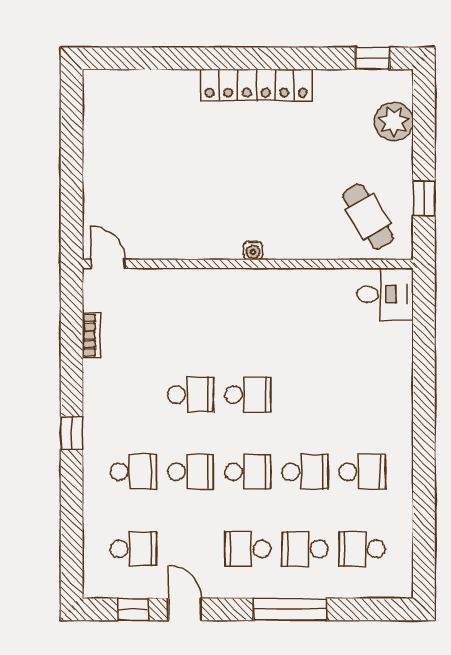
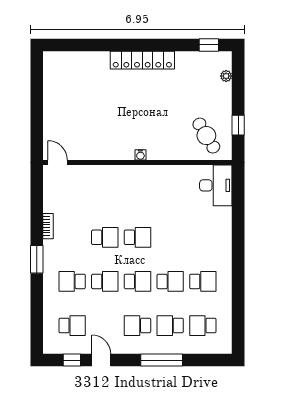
plant: (394, 122) -> (226, 76), width x0.53, depth x0.53
desk: (385, 294) -> (216, 185), width x1.37
bookcase: (91, 335) -> (48, 226), moved
window: (72, 433) -> (37, 259), width x1.50
school desk: (133, 472) -> (72, 281), turned 180

